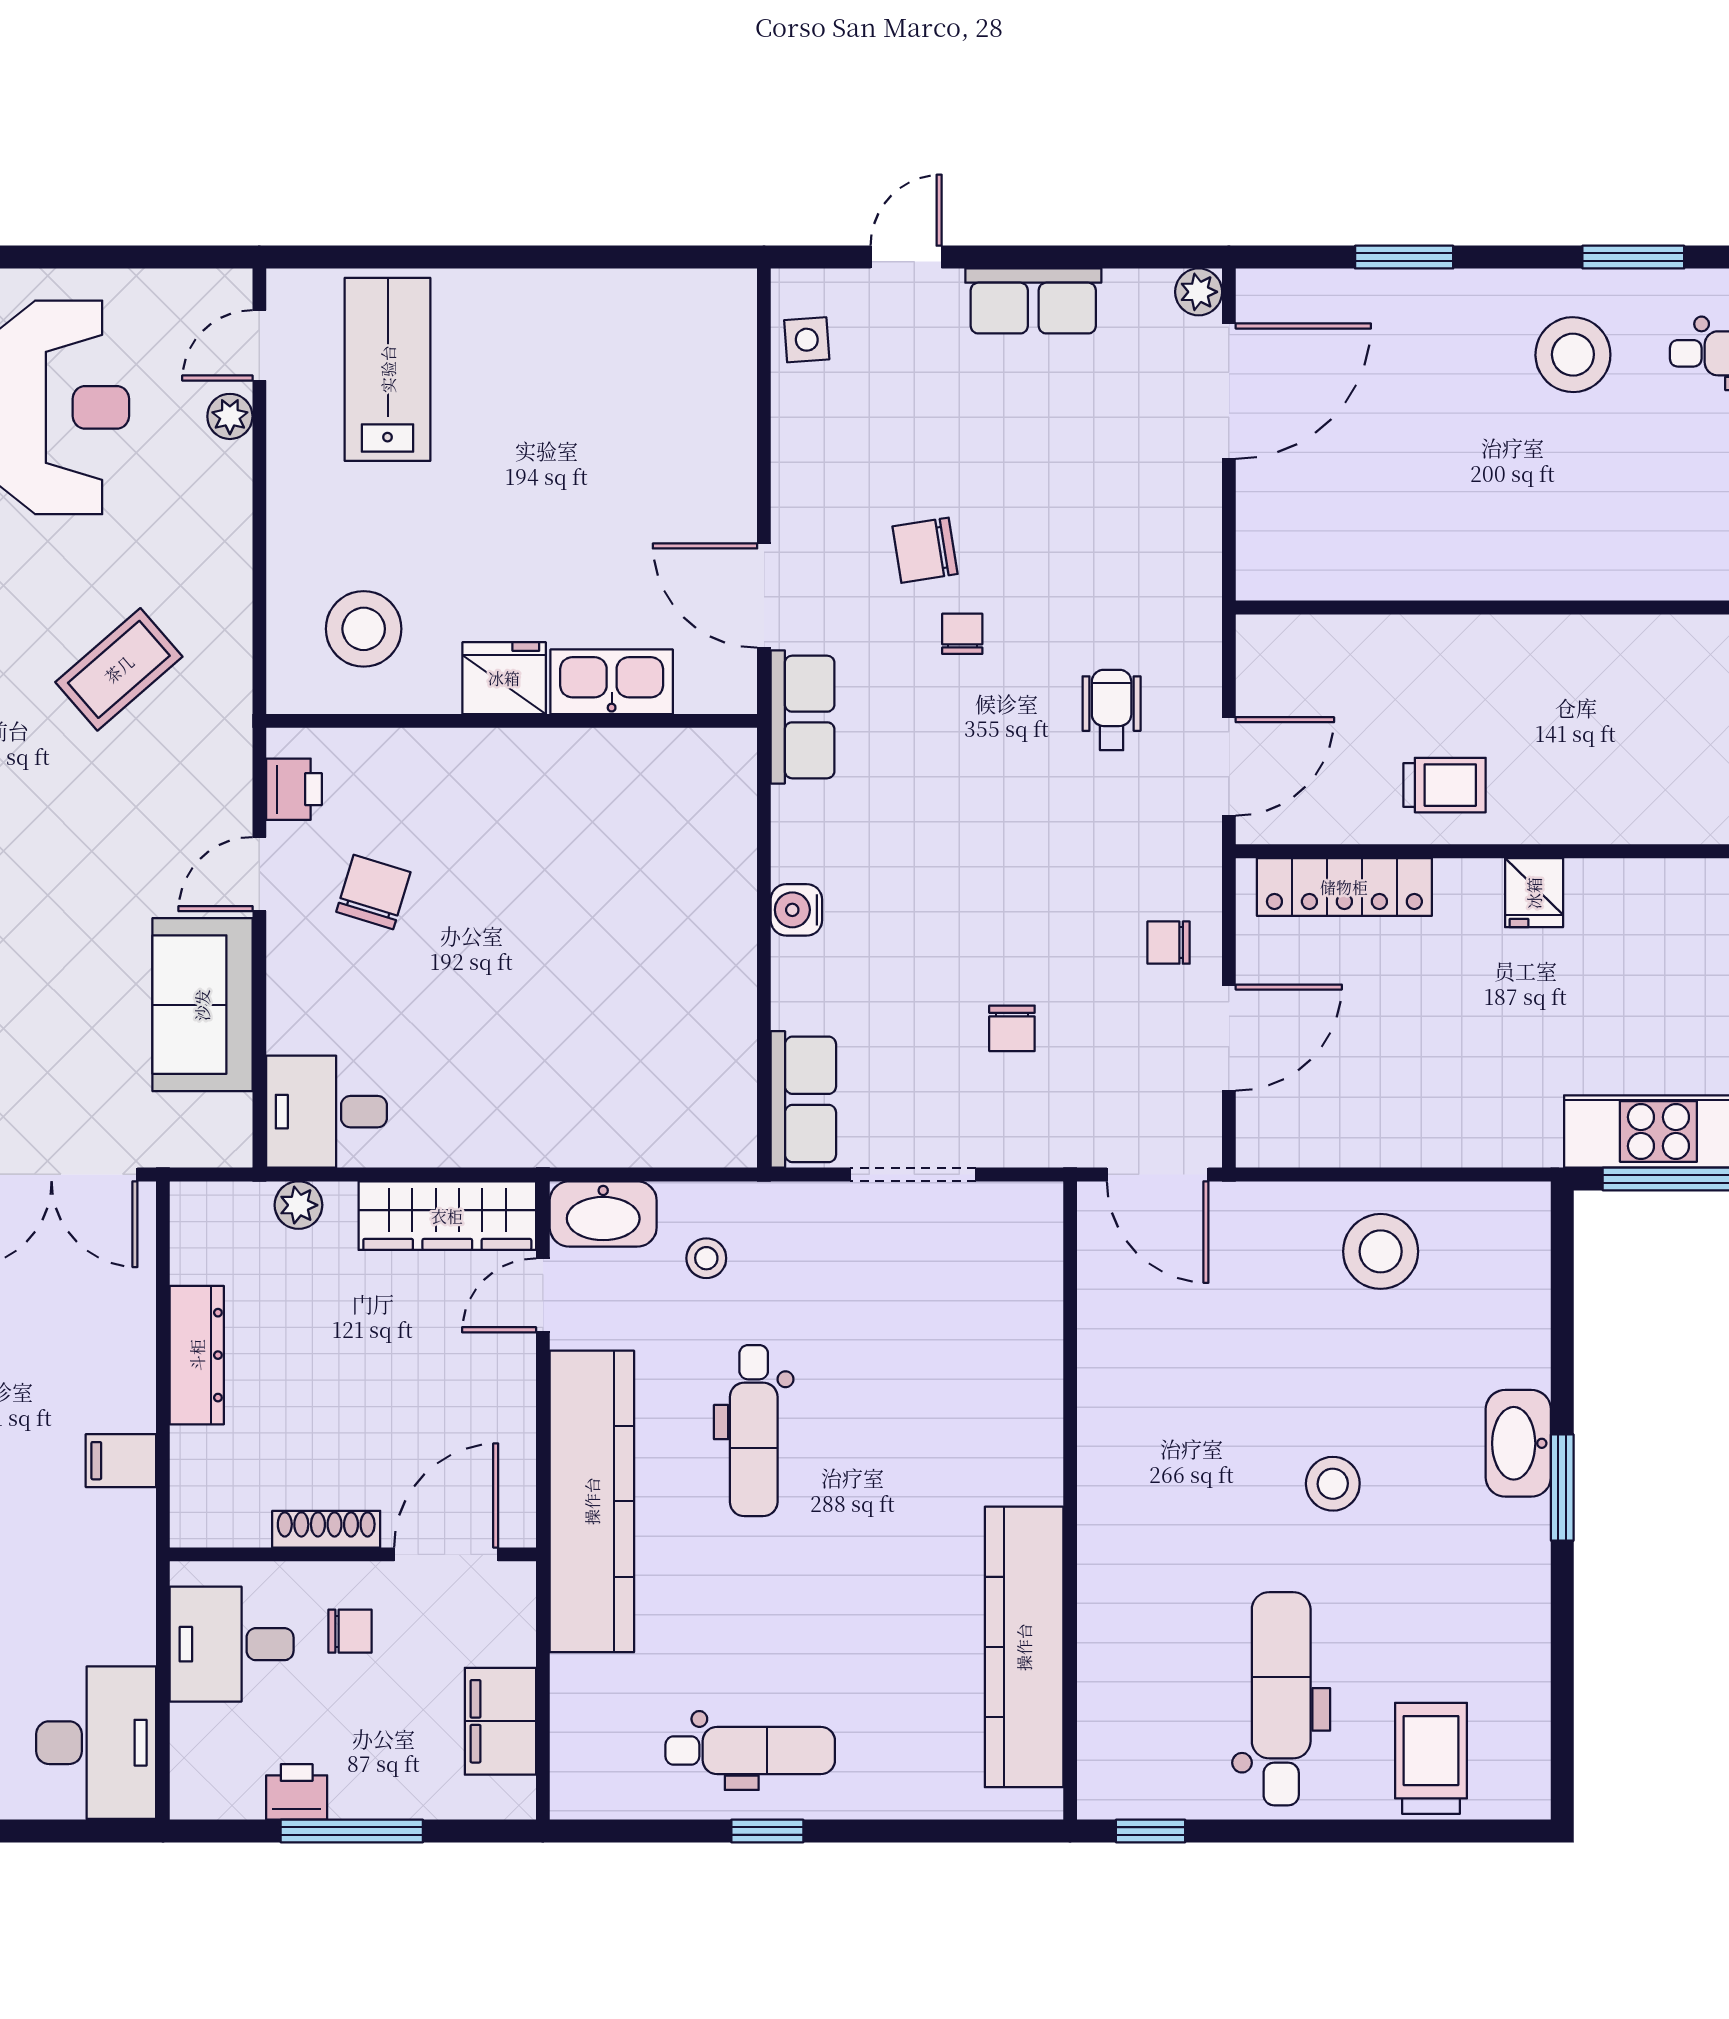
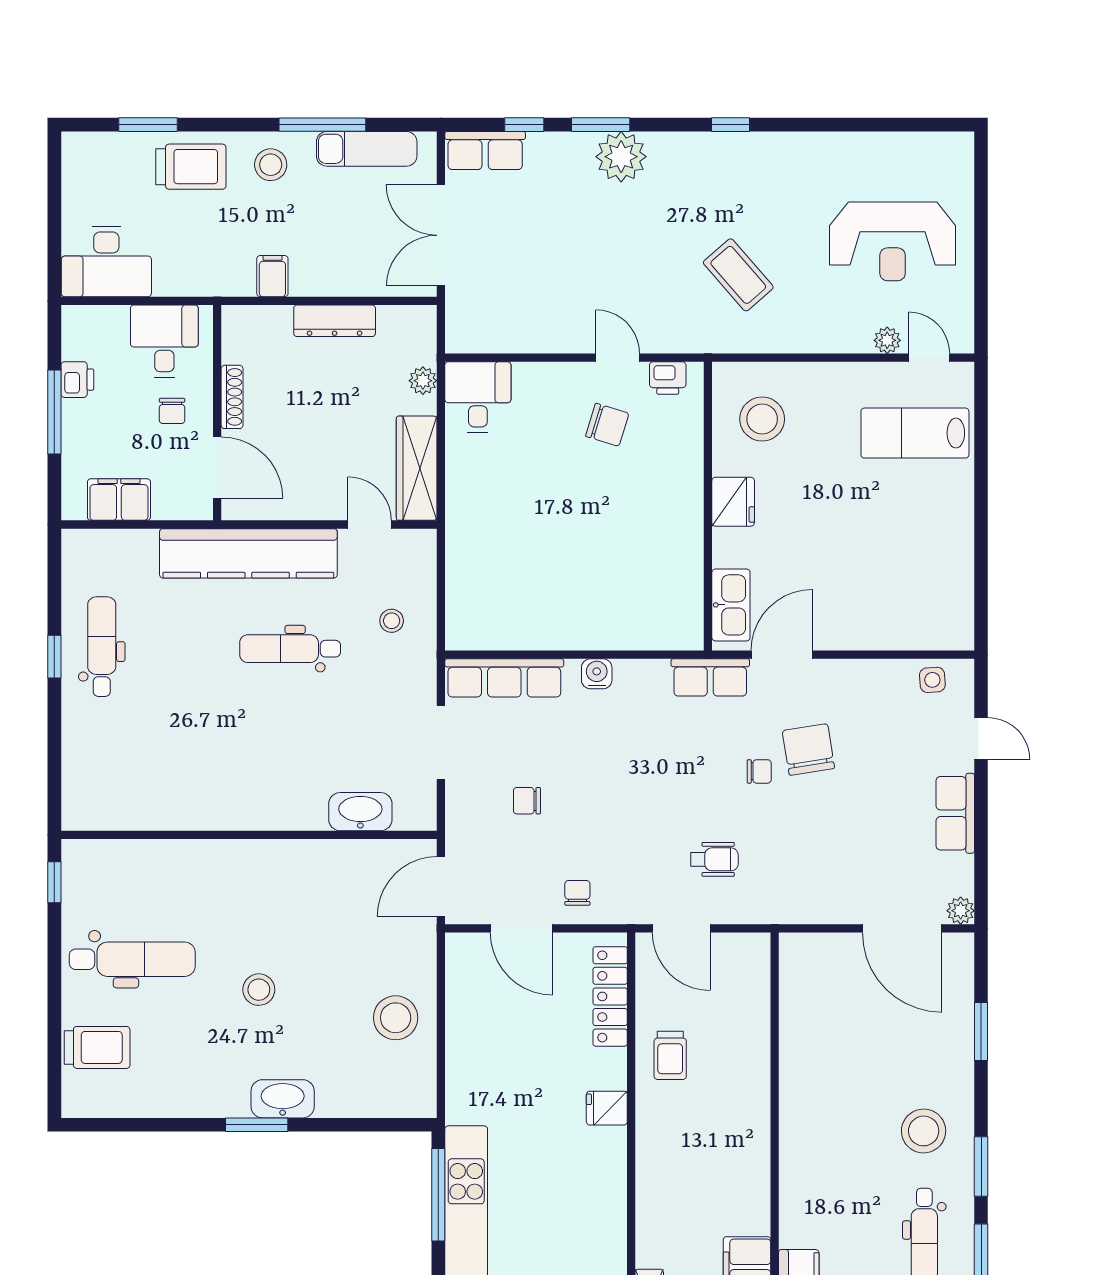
lab bench: (388, 369) -> (915, 433), turned 180
chair: (925, 550) -> (808, 750), width x1.37, depth x1.37
kitchen sink: (612, 682) -> (731, 605), moved
sofa: (202, 1005) -> (541, 324), removed
row of seats: (803, 1099) -> (504, 678), width x1.48
washbasin: (603, 1214) -> (360, 812), moved, turned 90
kitchen counter: (1024, 1647) -> (163, 808), removed
dental chair: (750, 1751) -> (102, 647), turned 180

